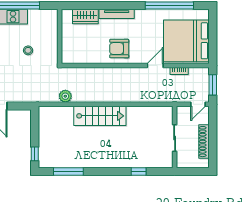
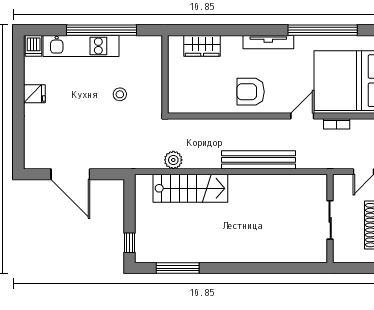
tv unit: (117, 14) -> (268, 42), moved
bench: (125, 96) -> (259, 160), added
stairs: (100, 116) -> (190, 188), moved
window: (139, 172) -> (278, 268), removed

